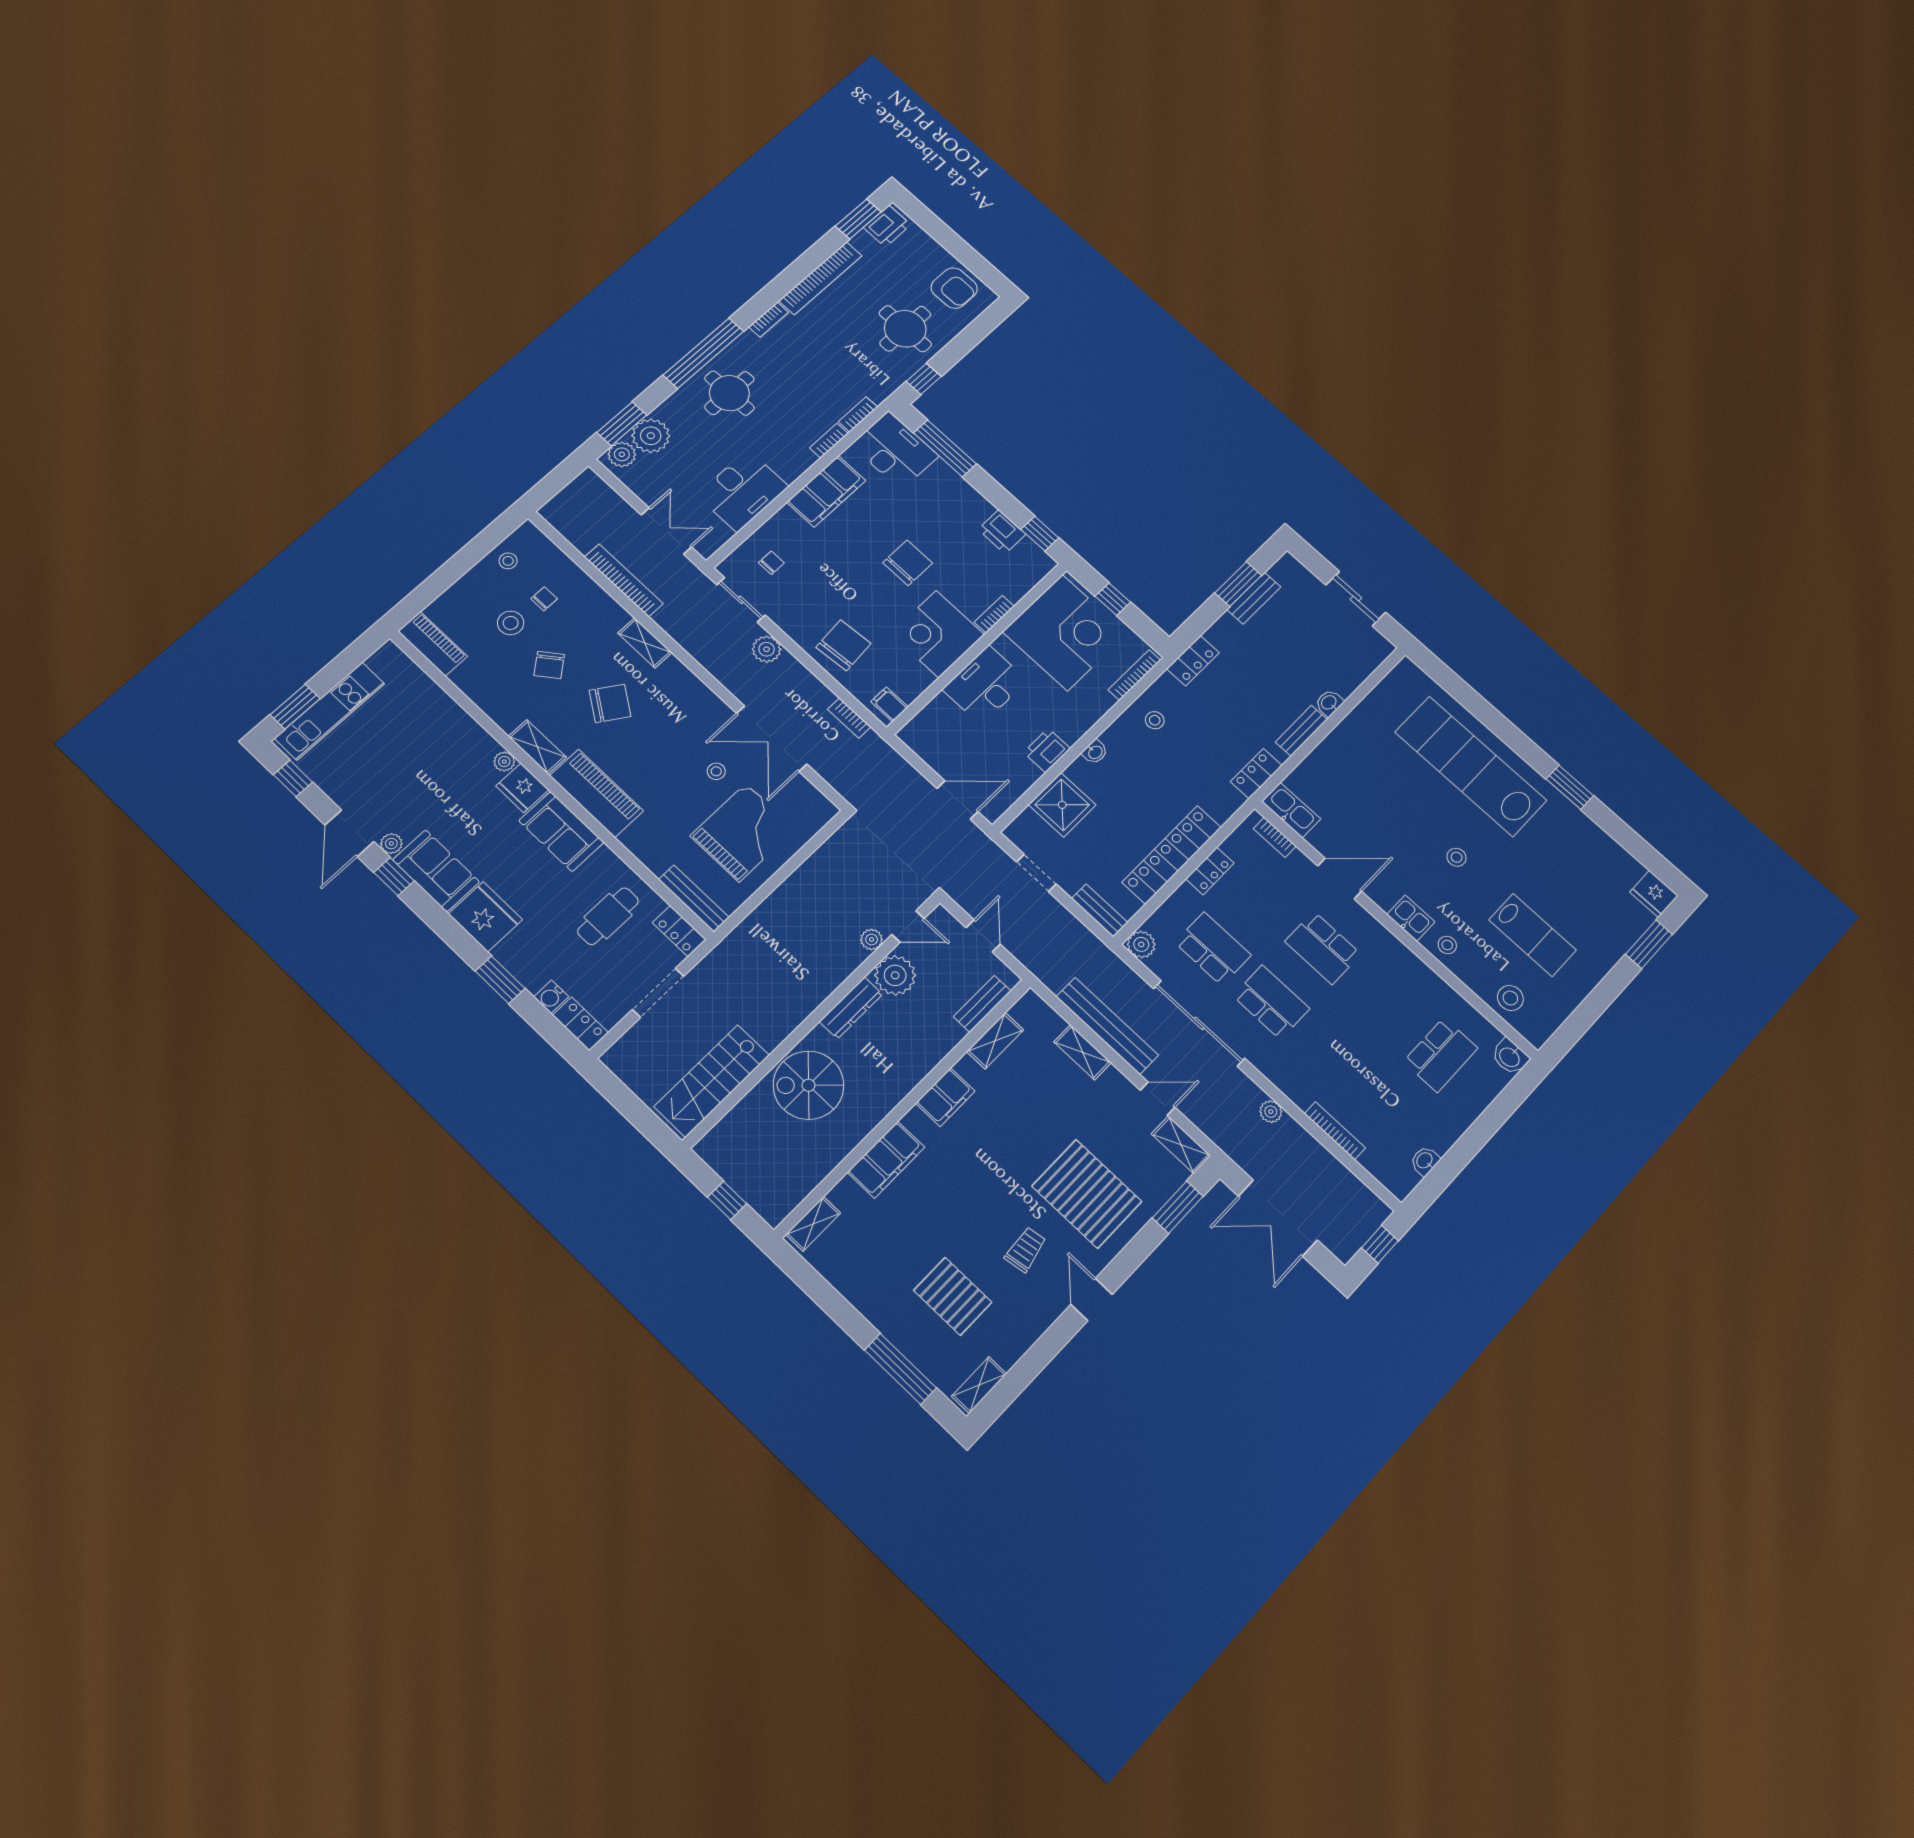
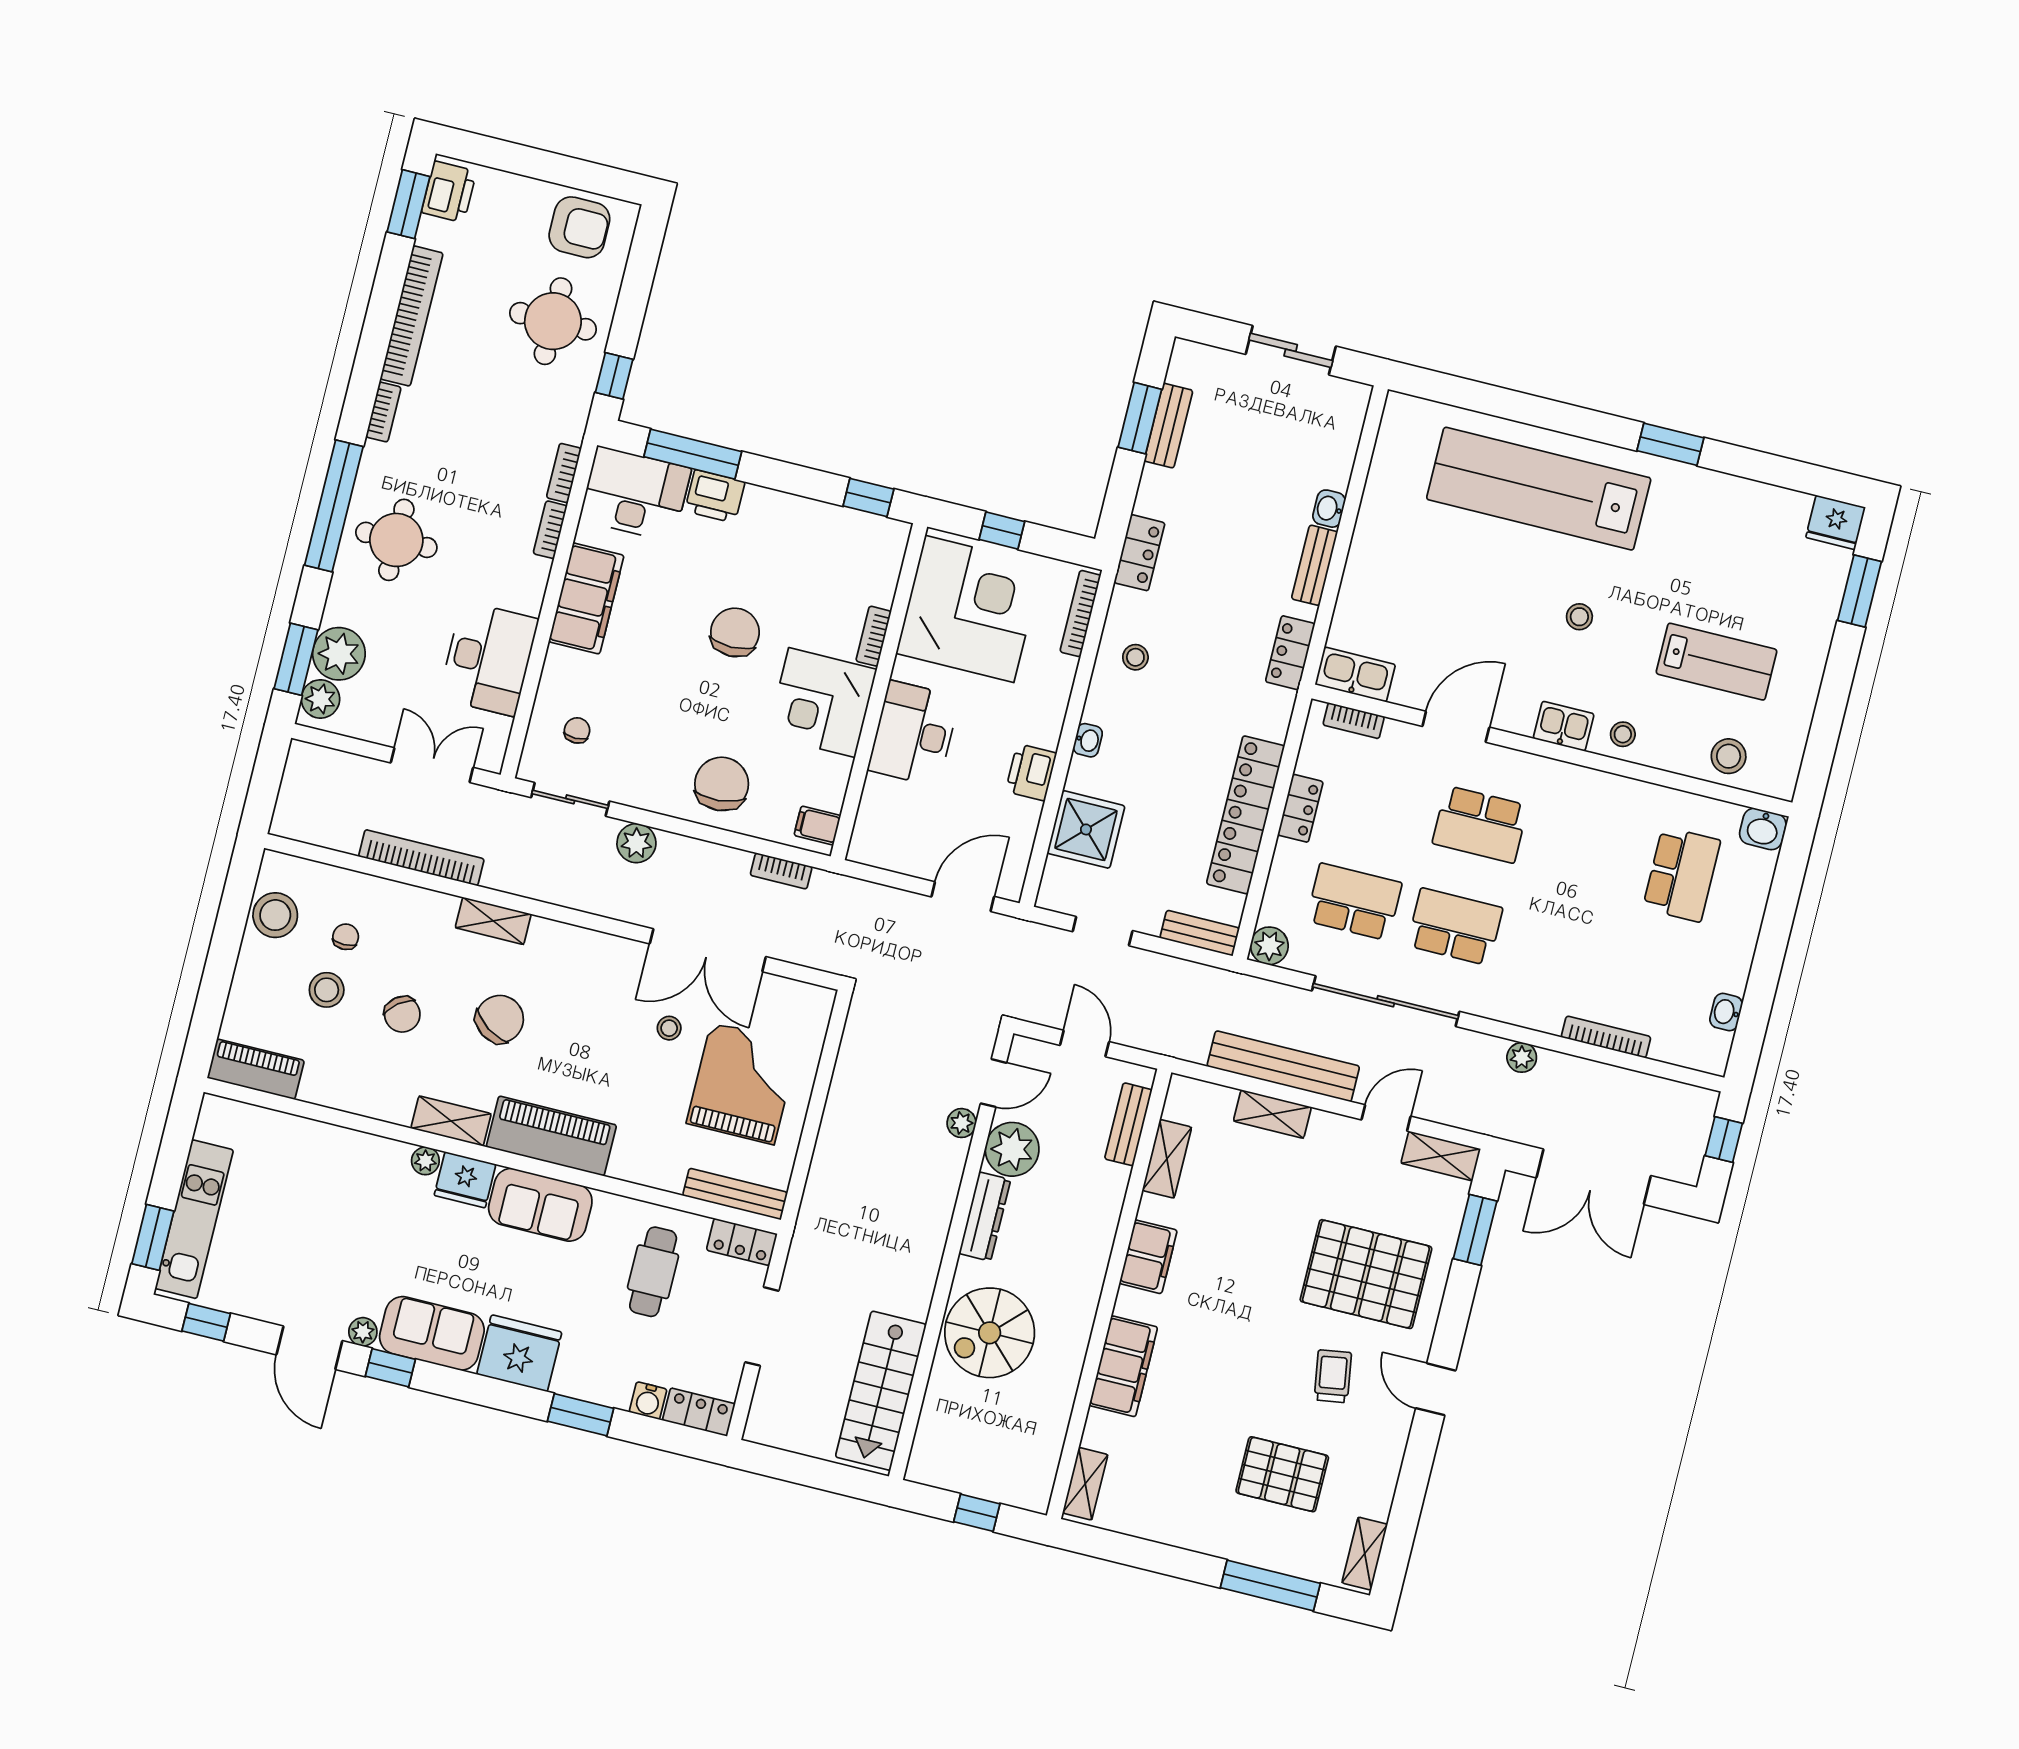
printer: (1002, 532) -> (715, 496), moved
stool: (508, 561) -> (275, 915), width x1.89, depth x1.89

